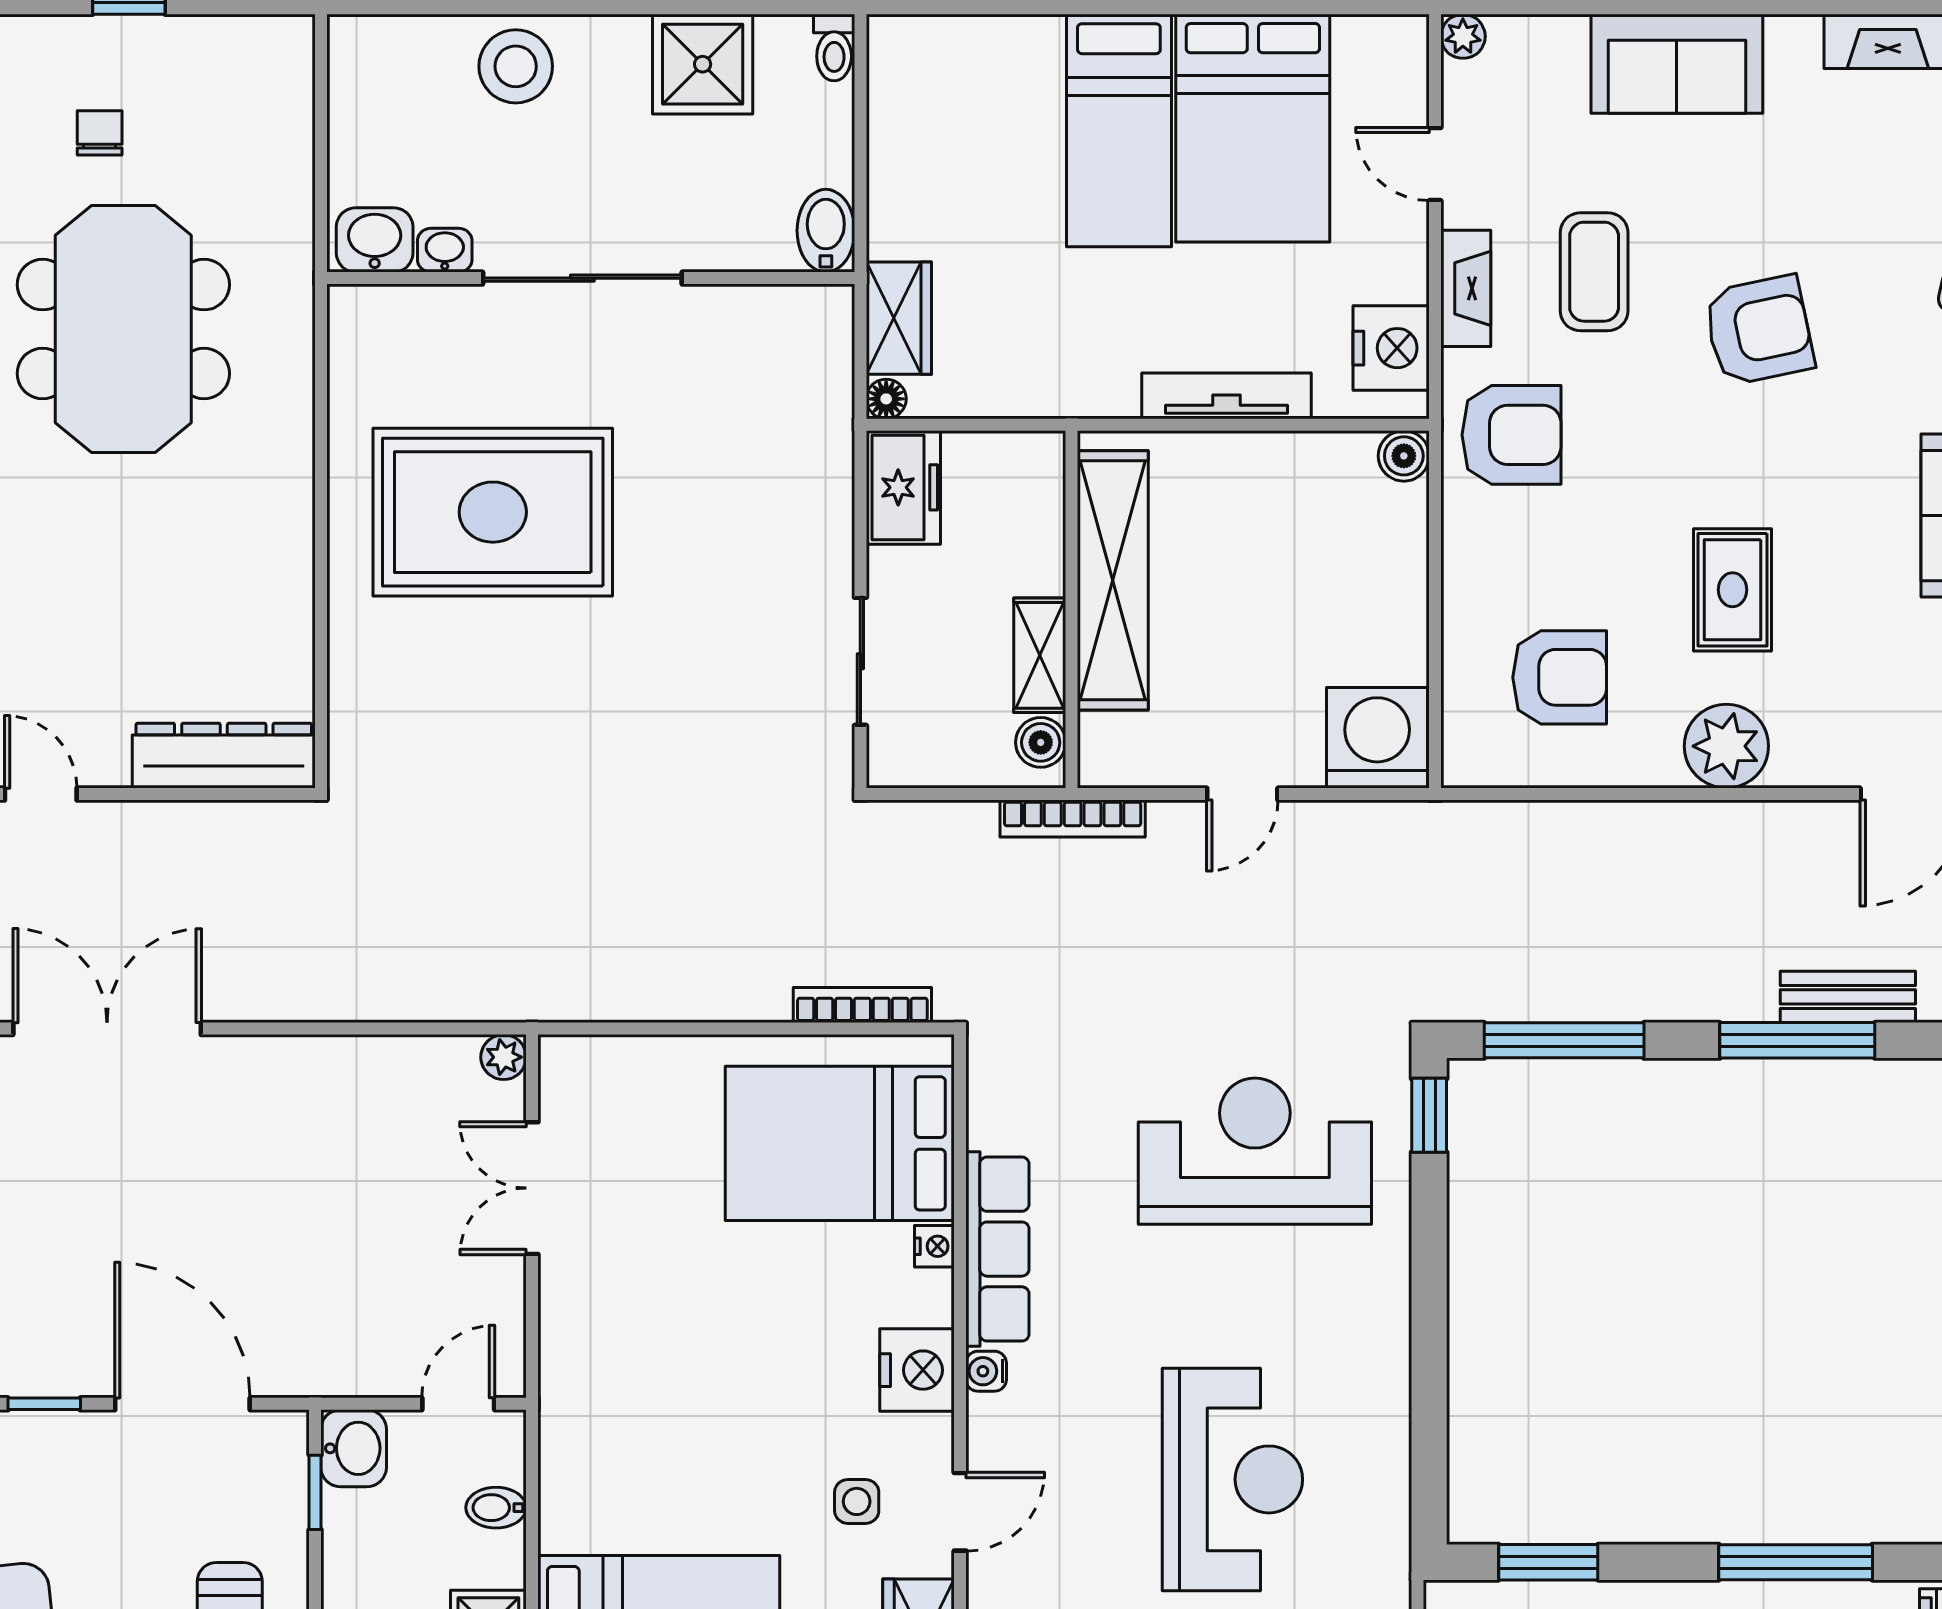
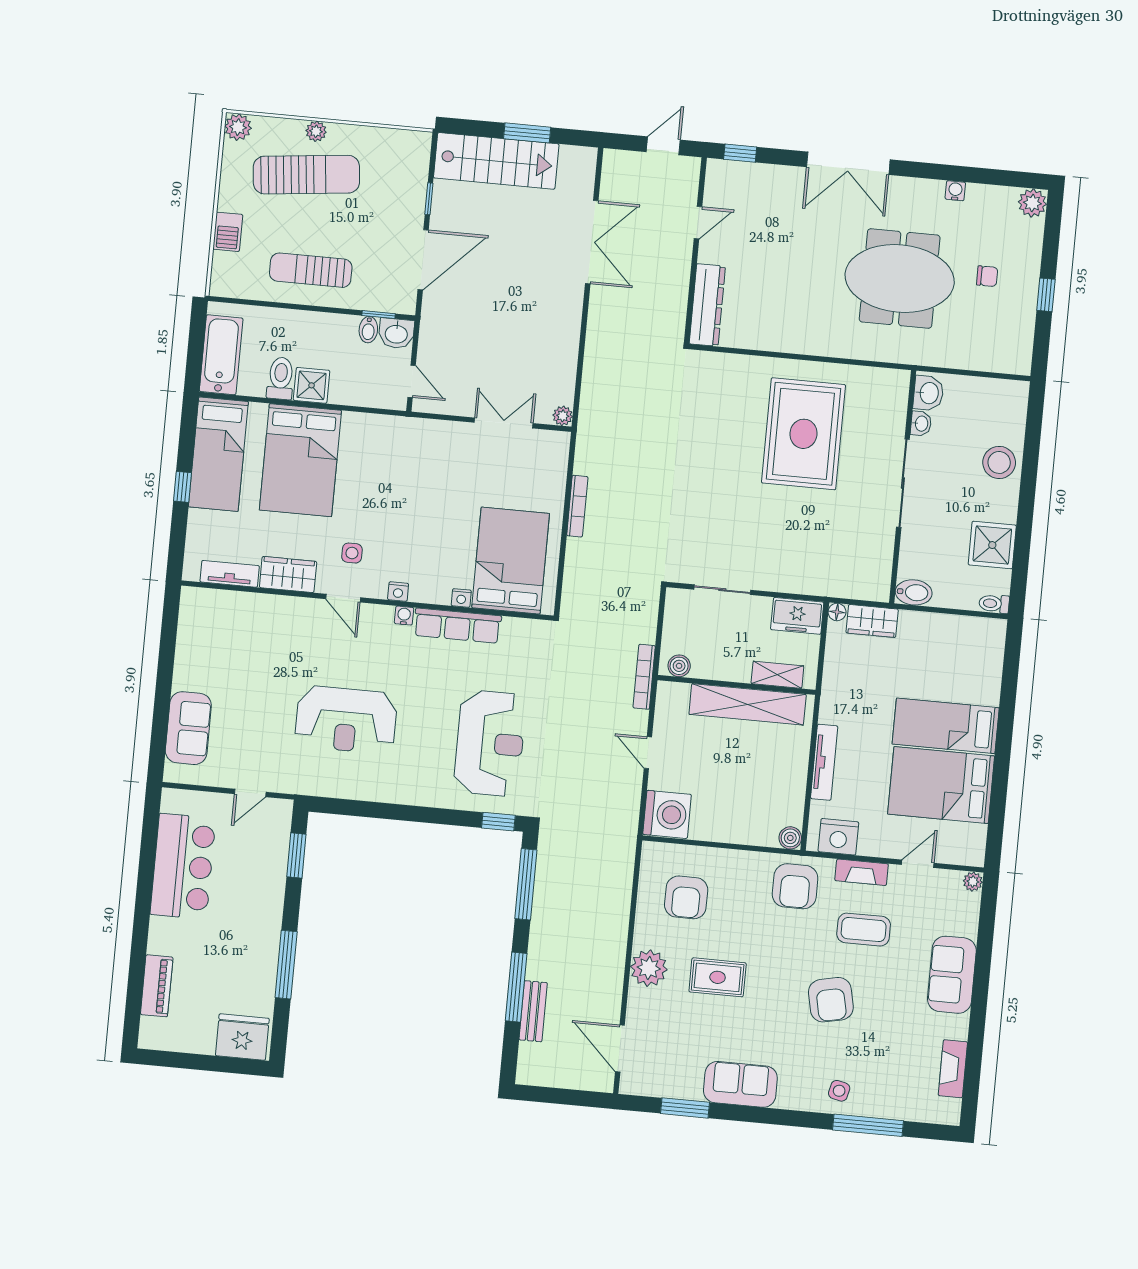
shelving: (1040, 655) -> (777, 675), moved
bookcase: (862, 1005) -> (577, 506), moved
nightstand: (917, 1370) -> (398, 592), width x0.53, depth x0.56
bidet: (496, 1508) -> (368, 330), moved, turned 180

